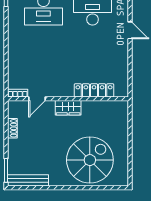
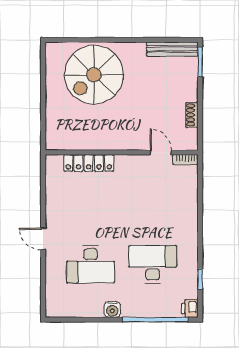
door: (37, 99) -> (161, 152), hinge flipped
wardrobe: (68, 108) -> (121, 141), removed

